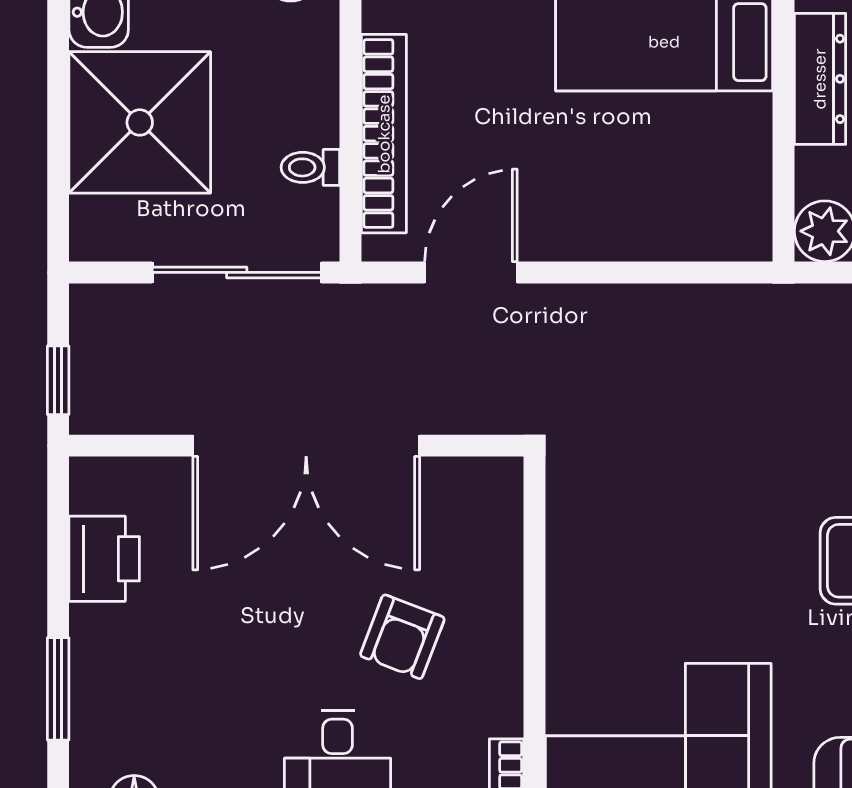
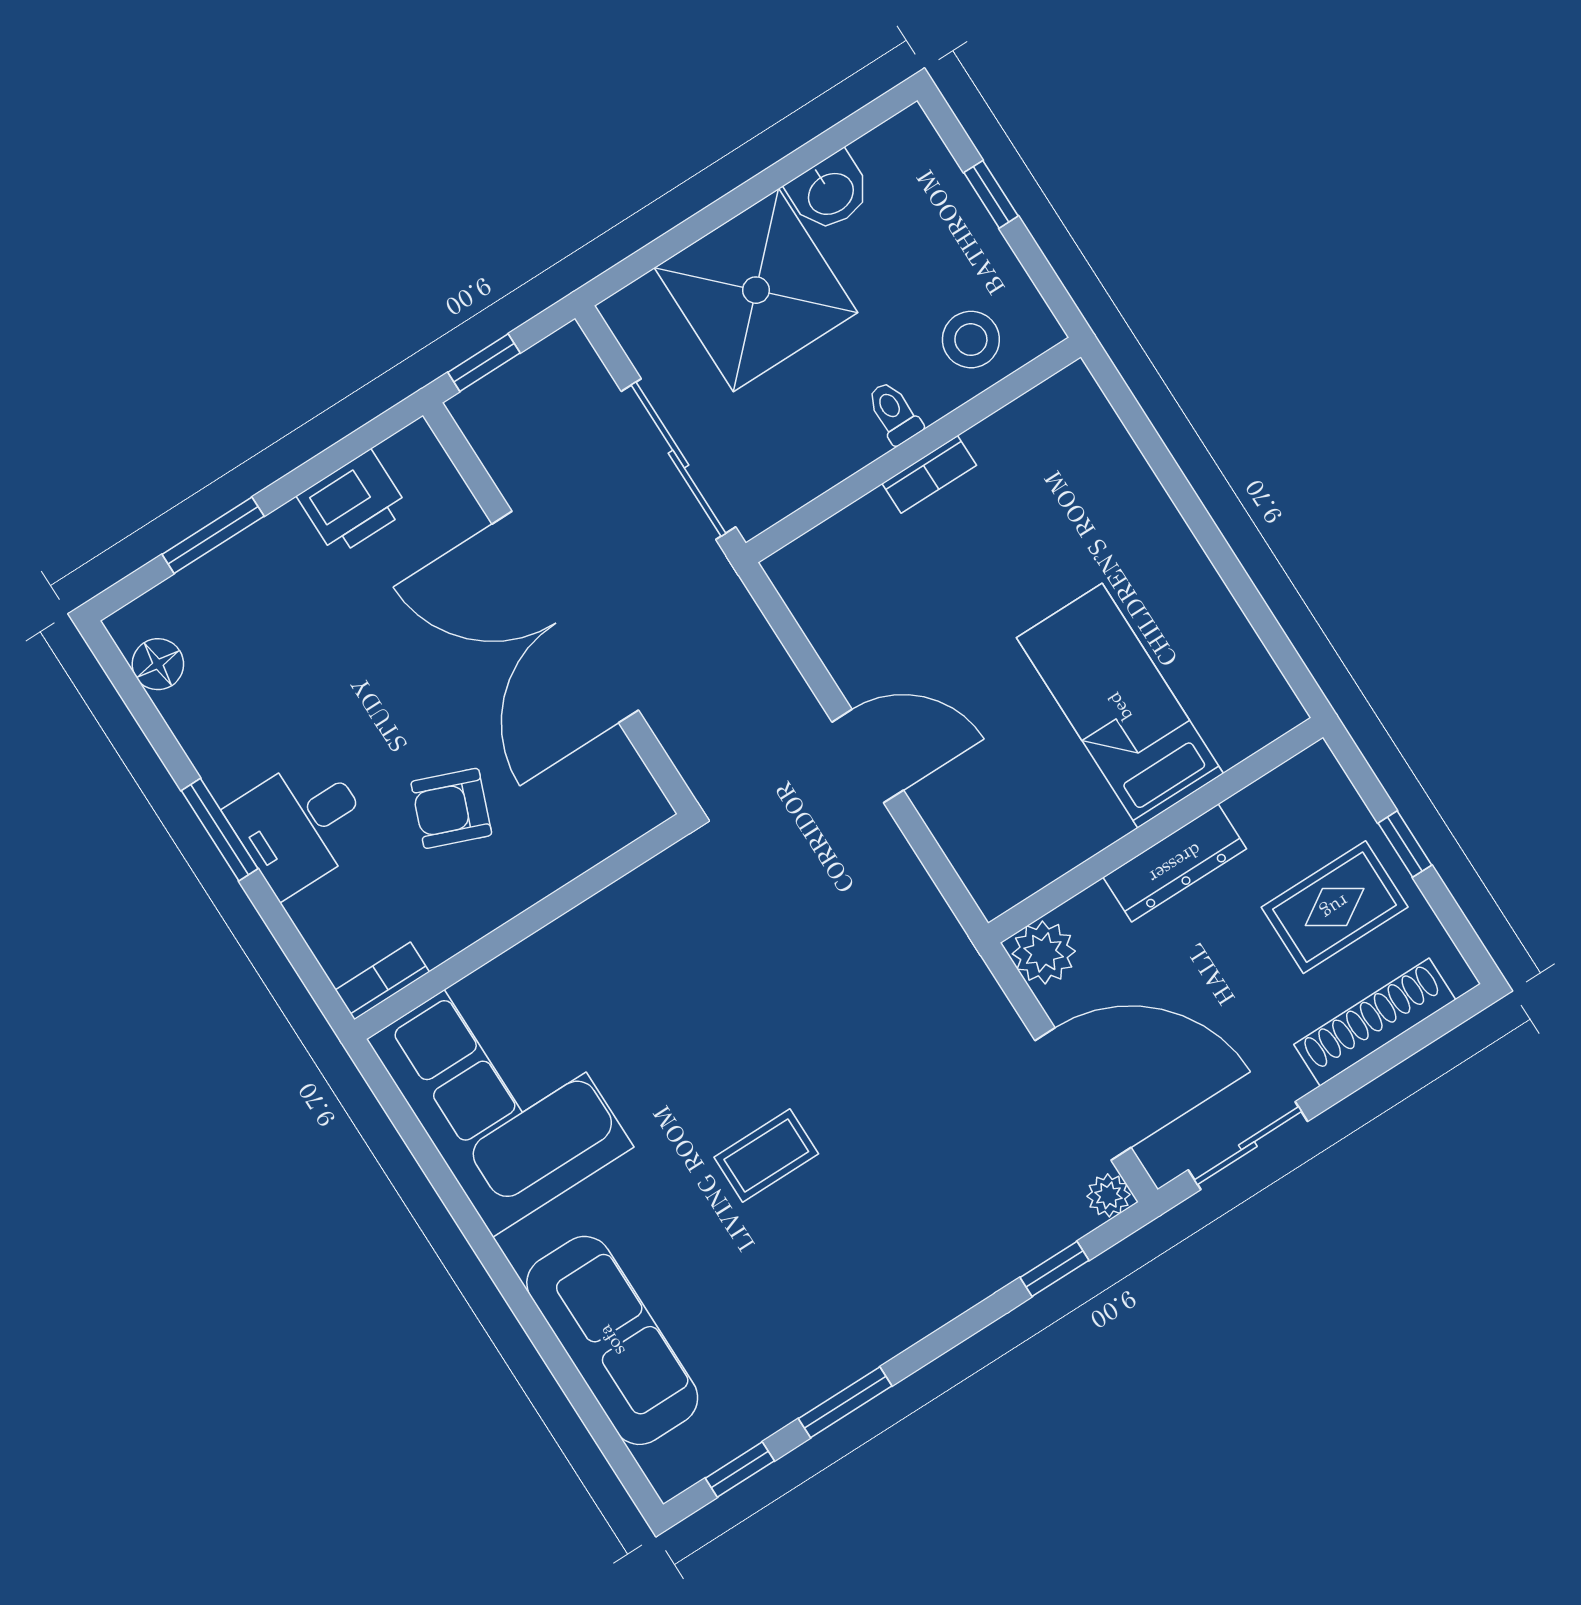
bookcase: (384, 134) -> (929, 474), width x0.43, depth x0.76
toilet: (310, 167) -> (894, 413), moved
door: (471, 272) -> (868, 756), moved

